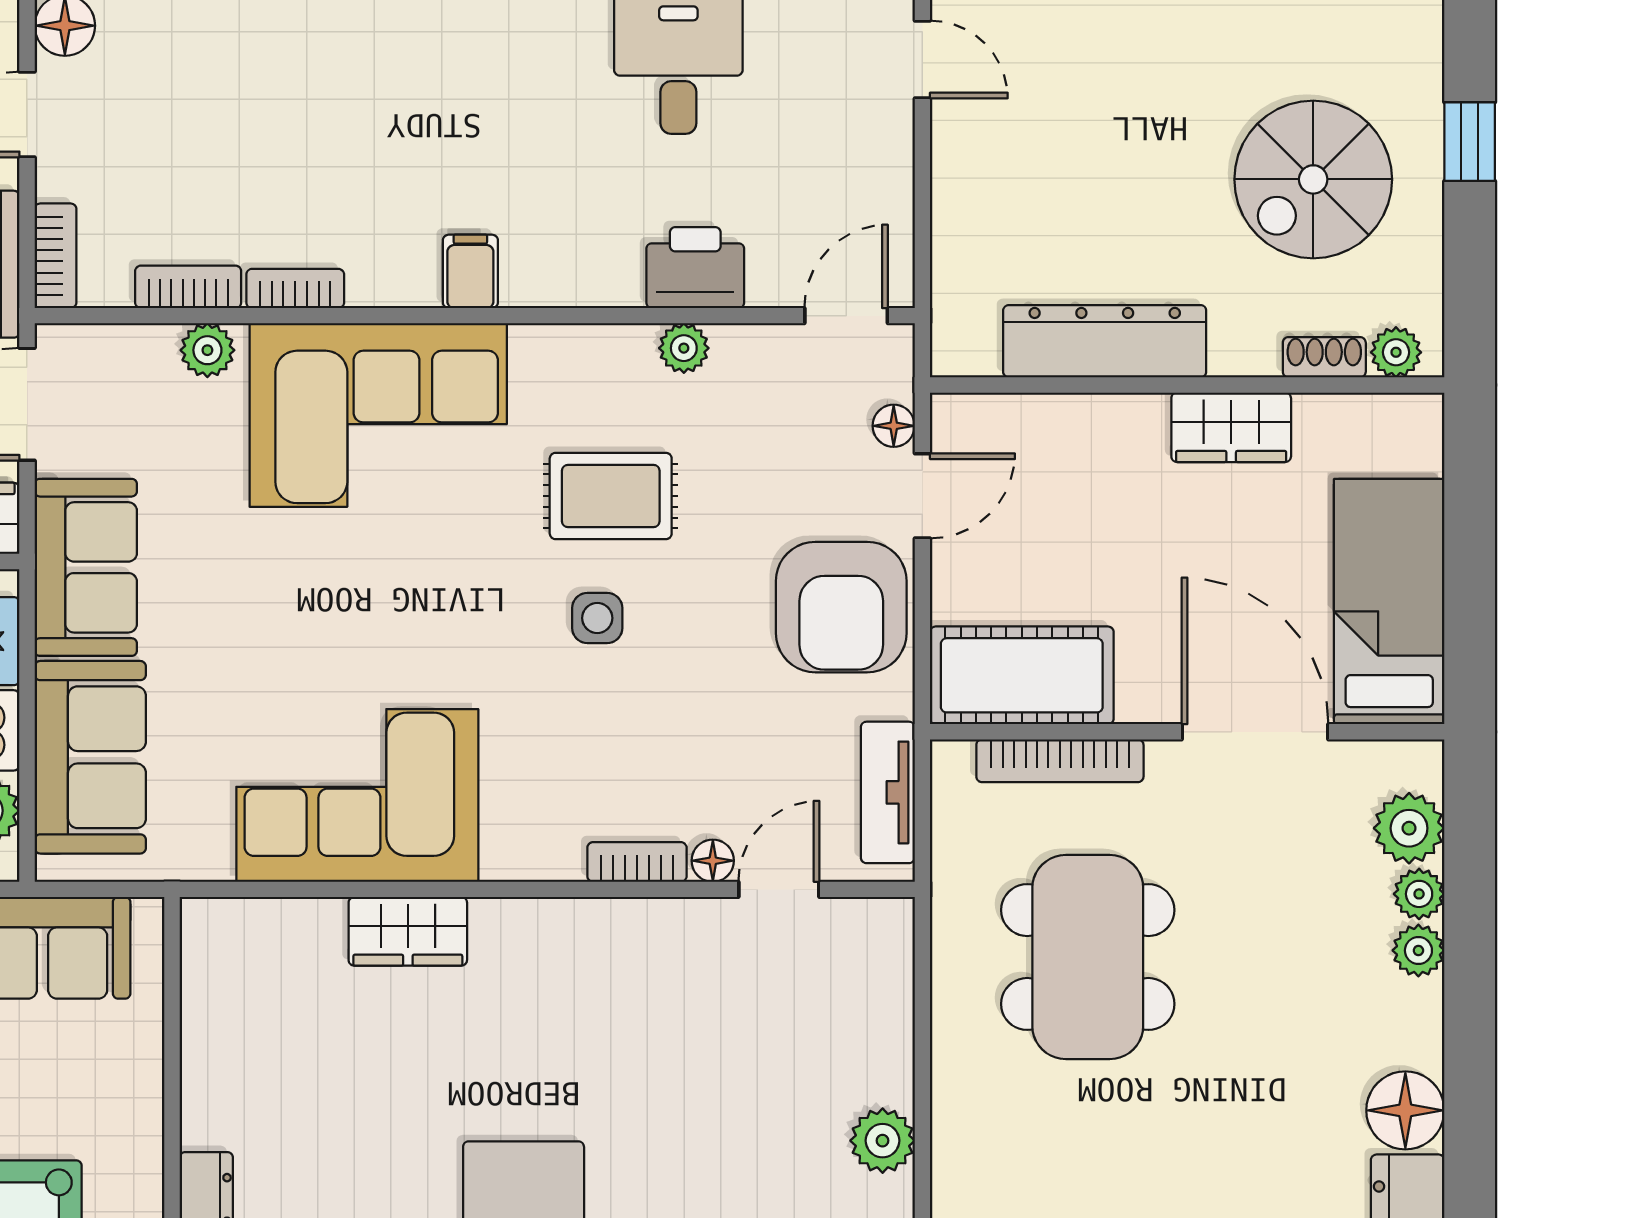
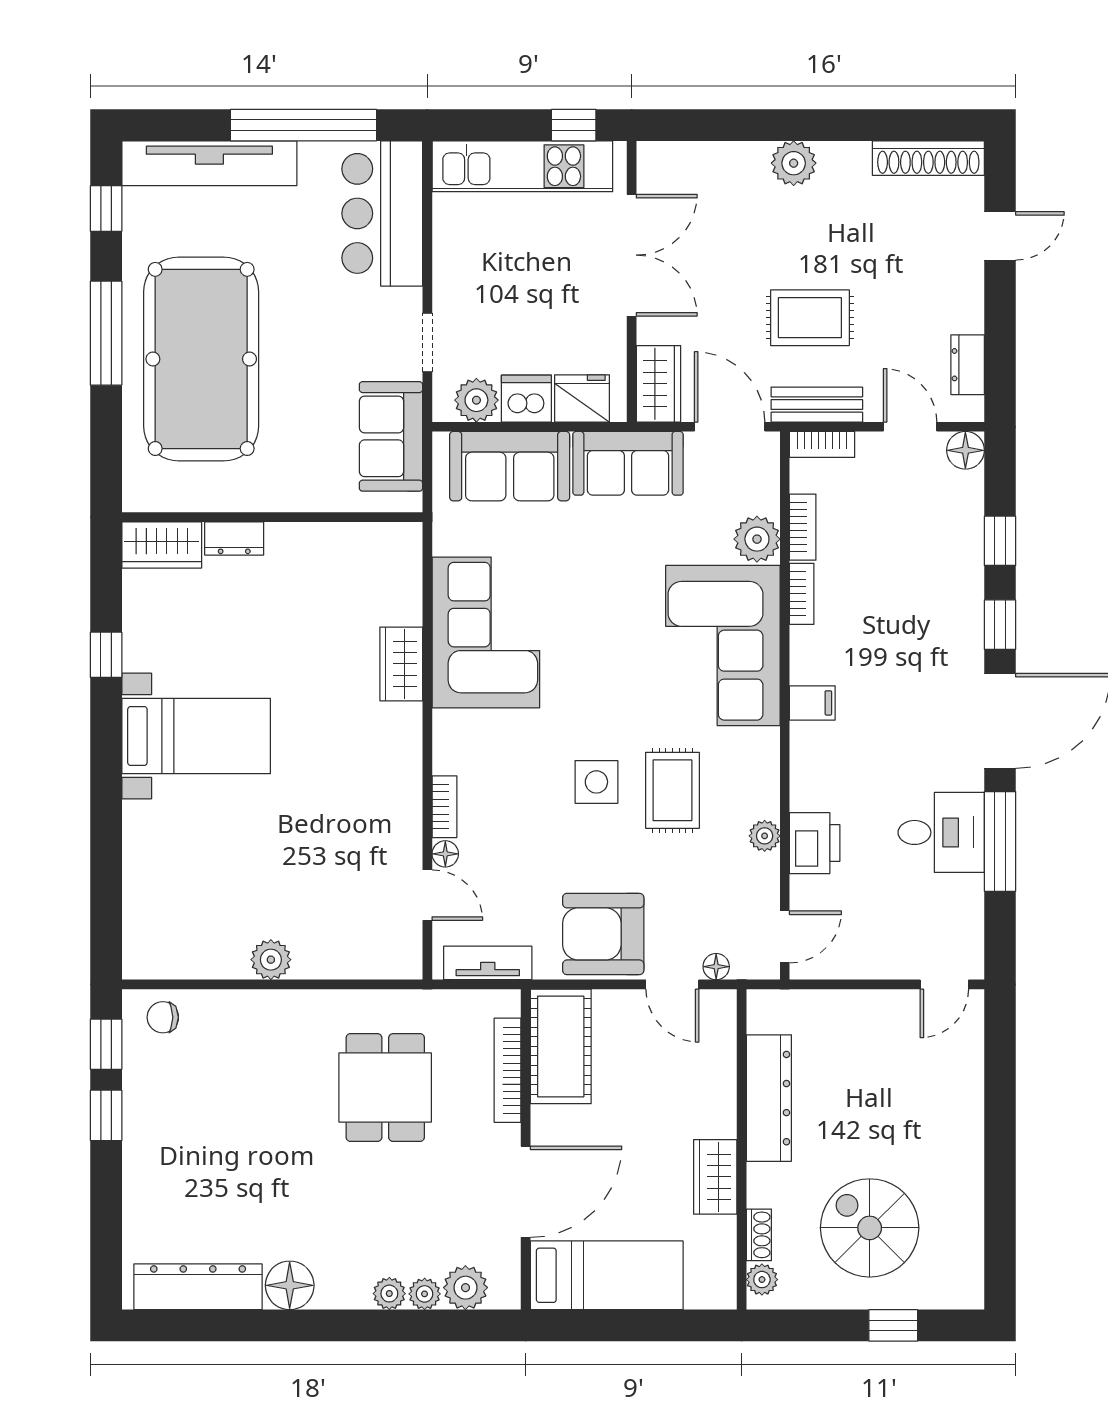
door: (846, 316) -> (785, 937), hinge flipped
plant: (207, 350) -> (757, 539), width x1.38, depth x1.38
side table: (597, 618) -> (596, 782), width x1.37, depth x1.37
dining table: (1088, 957) -> (385, 1088), width x0.73

